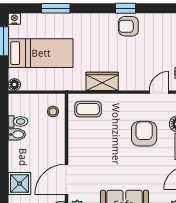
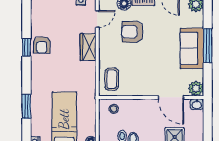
wardrobe: (102, 81) -> (88, 47), moved
door: (159, 92) -> (97, 19), swing flipped

